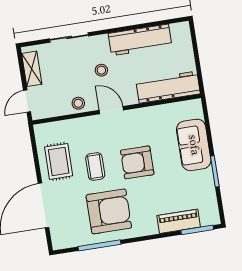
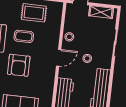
armchair: (137, 162) -> (19, 65), turned 180

